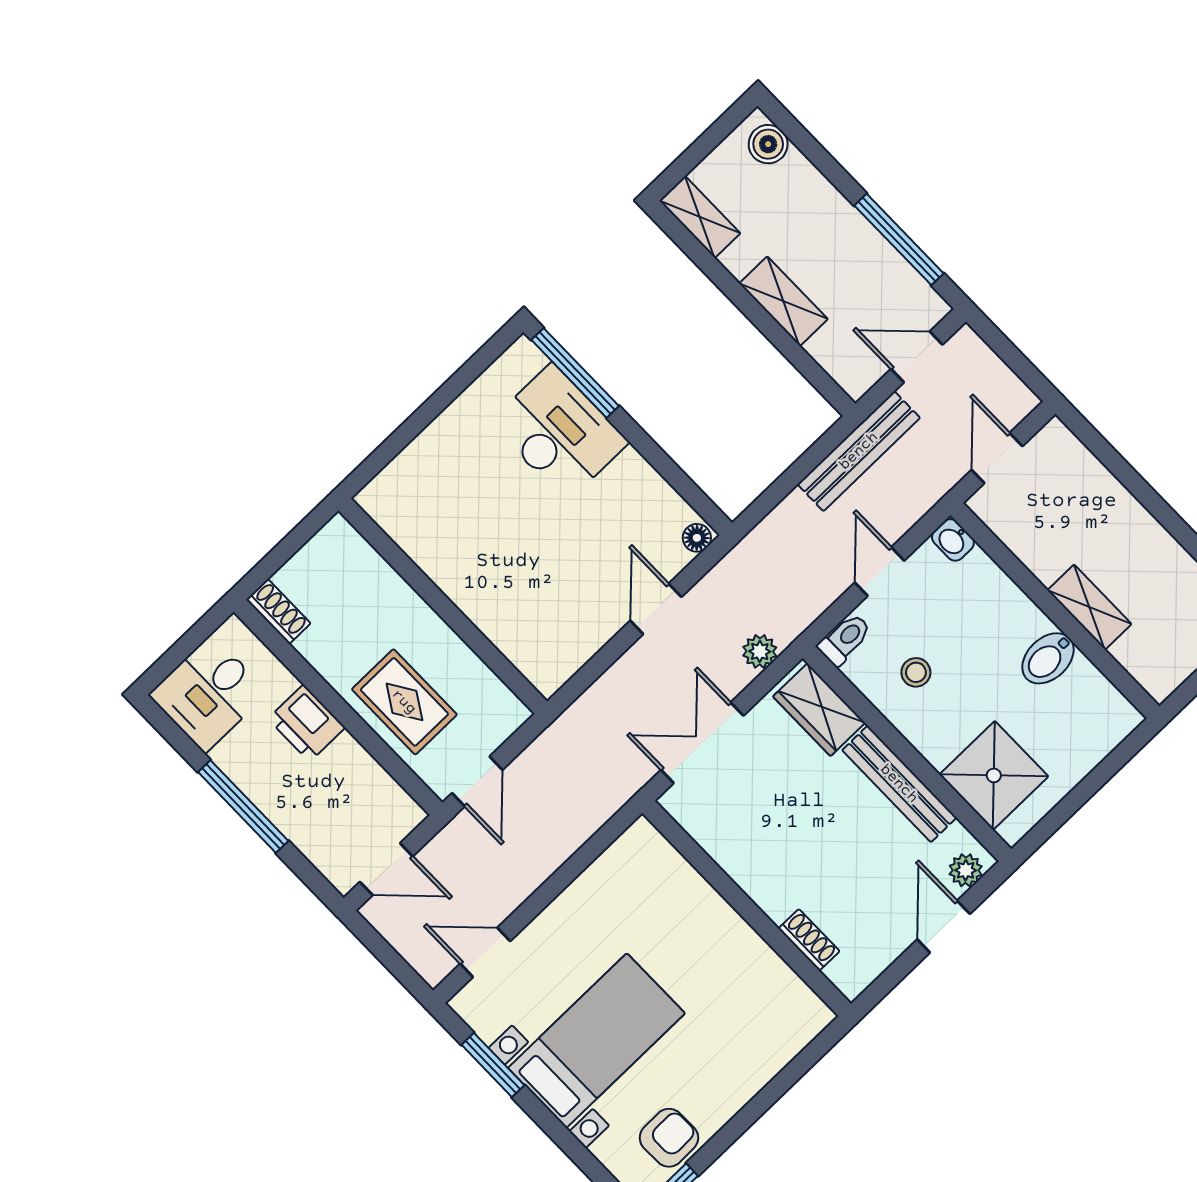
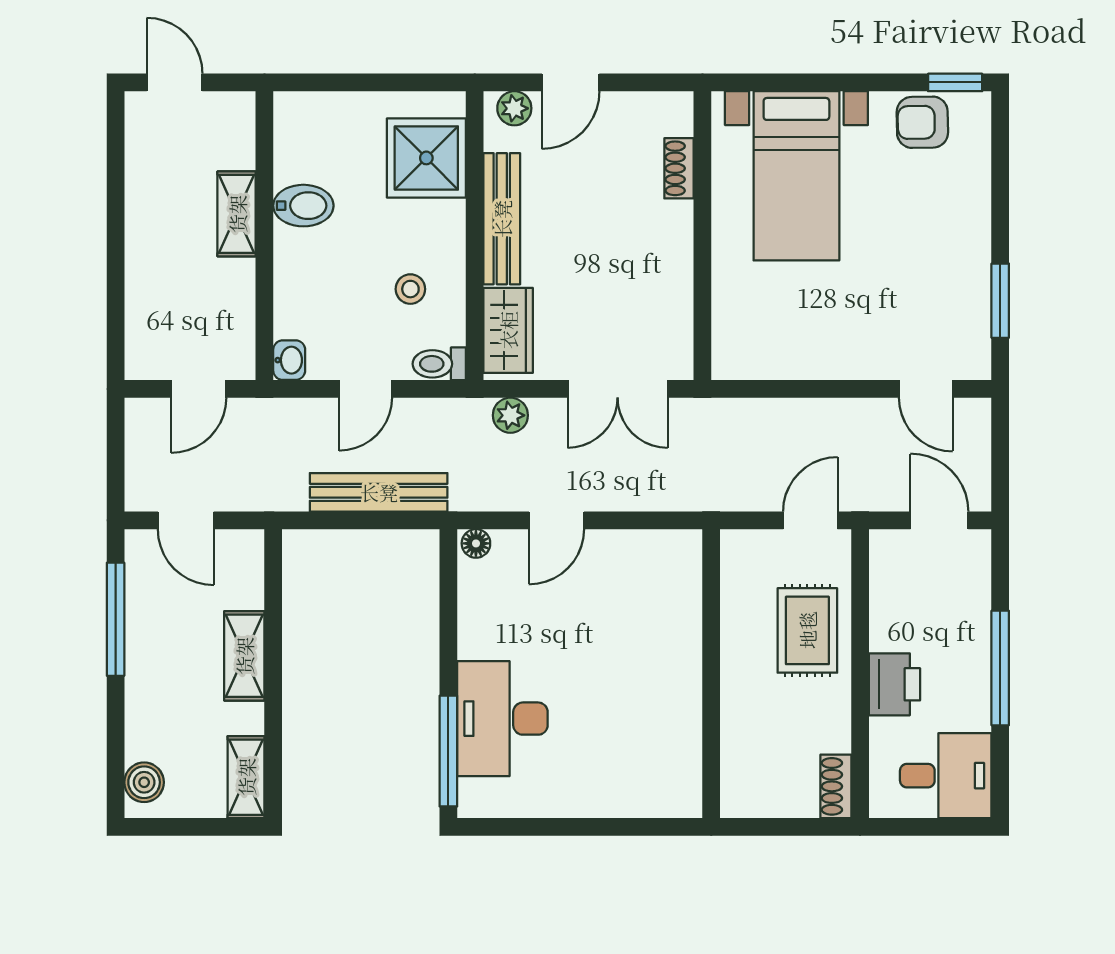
bench: (859, 451) -> (379, 492), moved
bed with nightstands: (596, 1041) -> (796, 176), moved, turned -90

